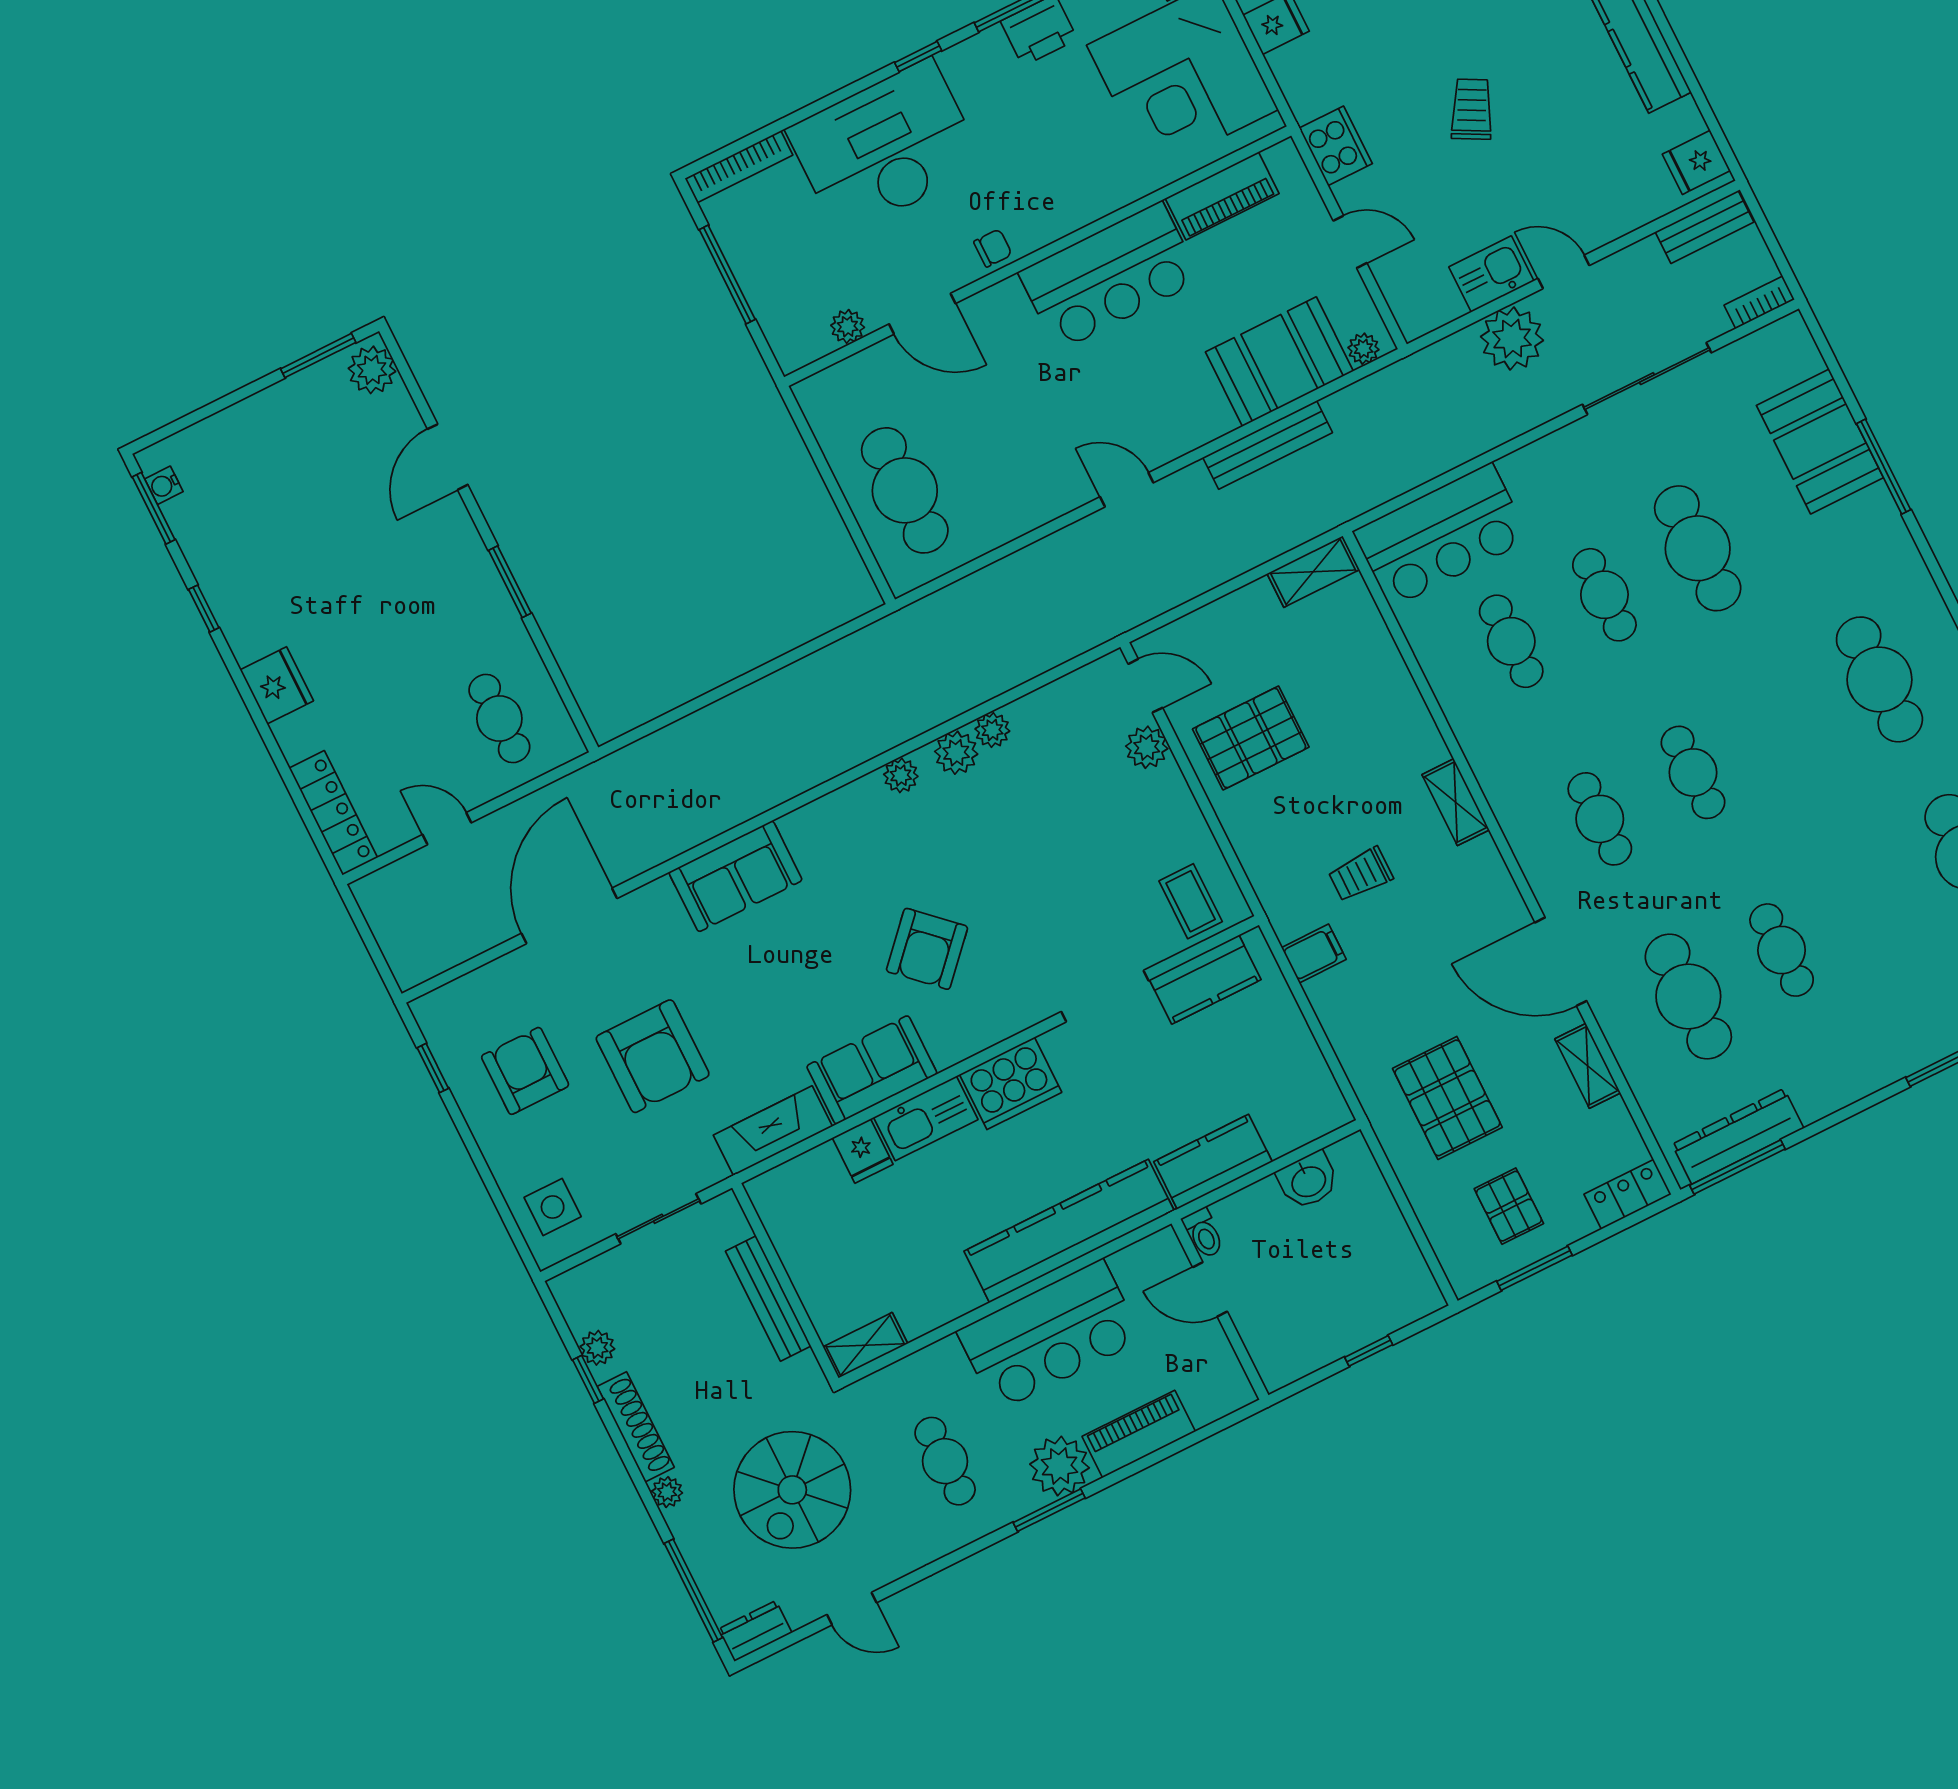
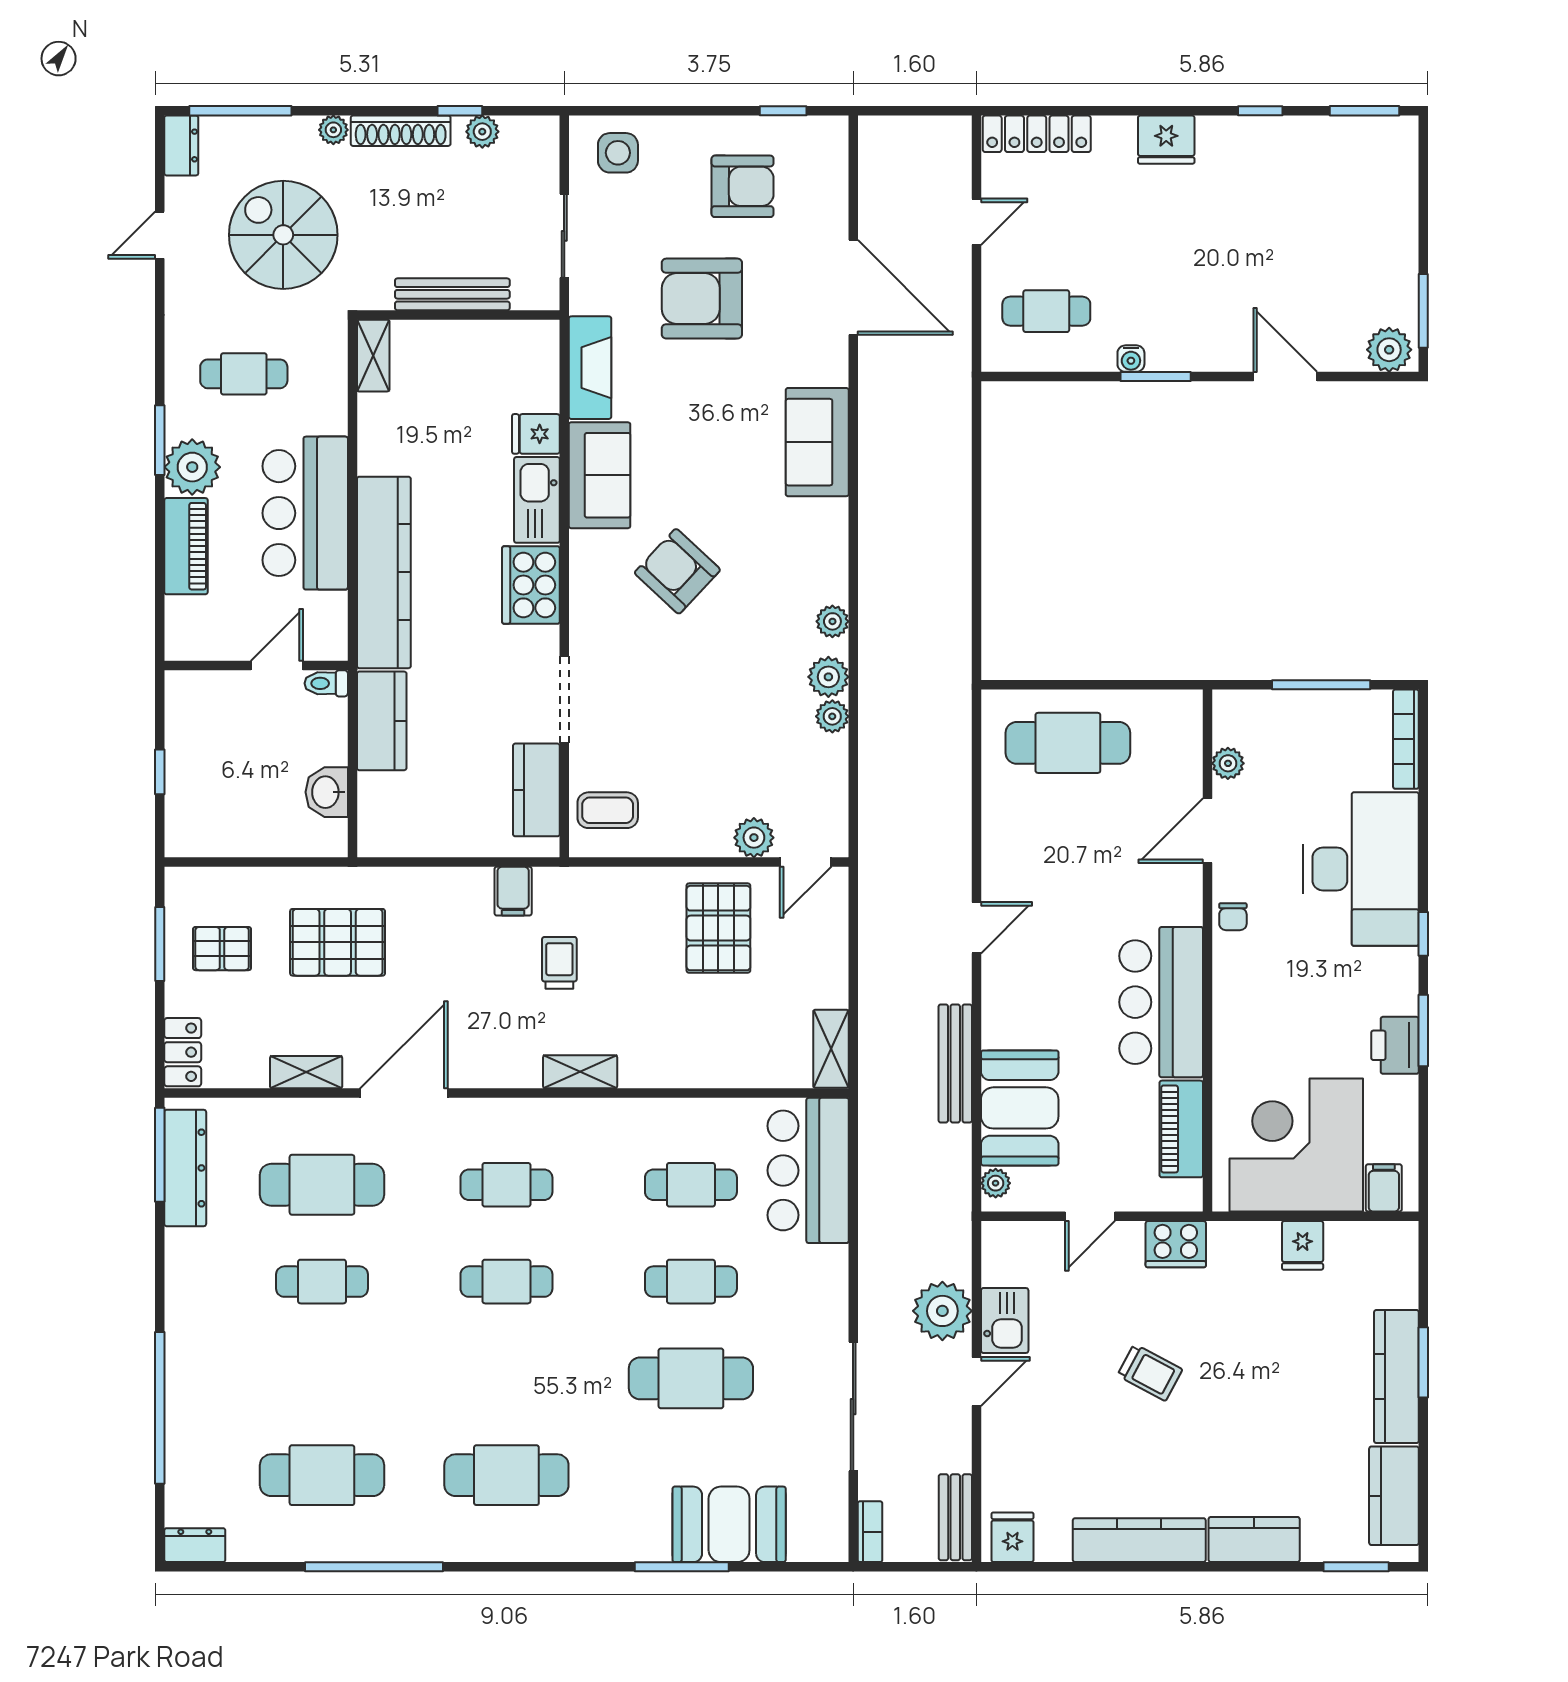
water cooler: (164, 485) -> (1131, 359), moved, turned 180

